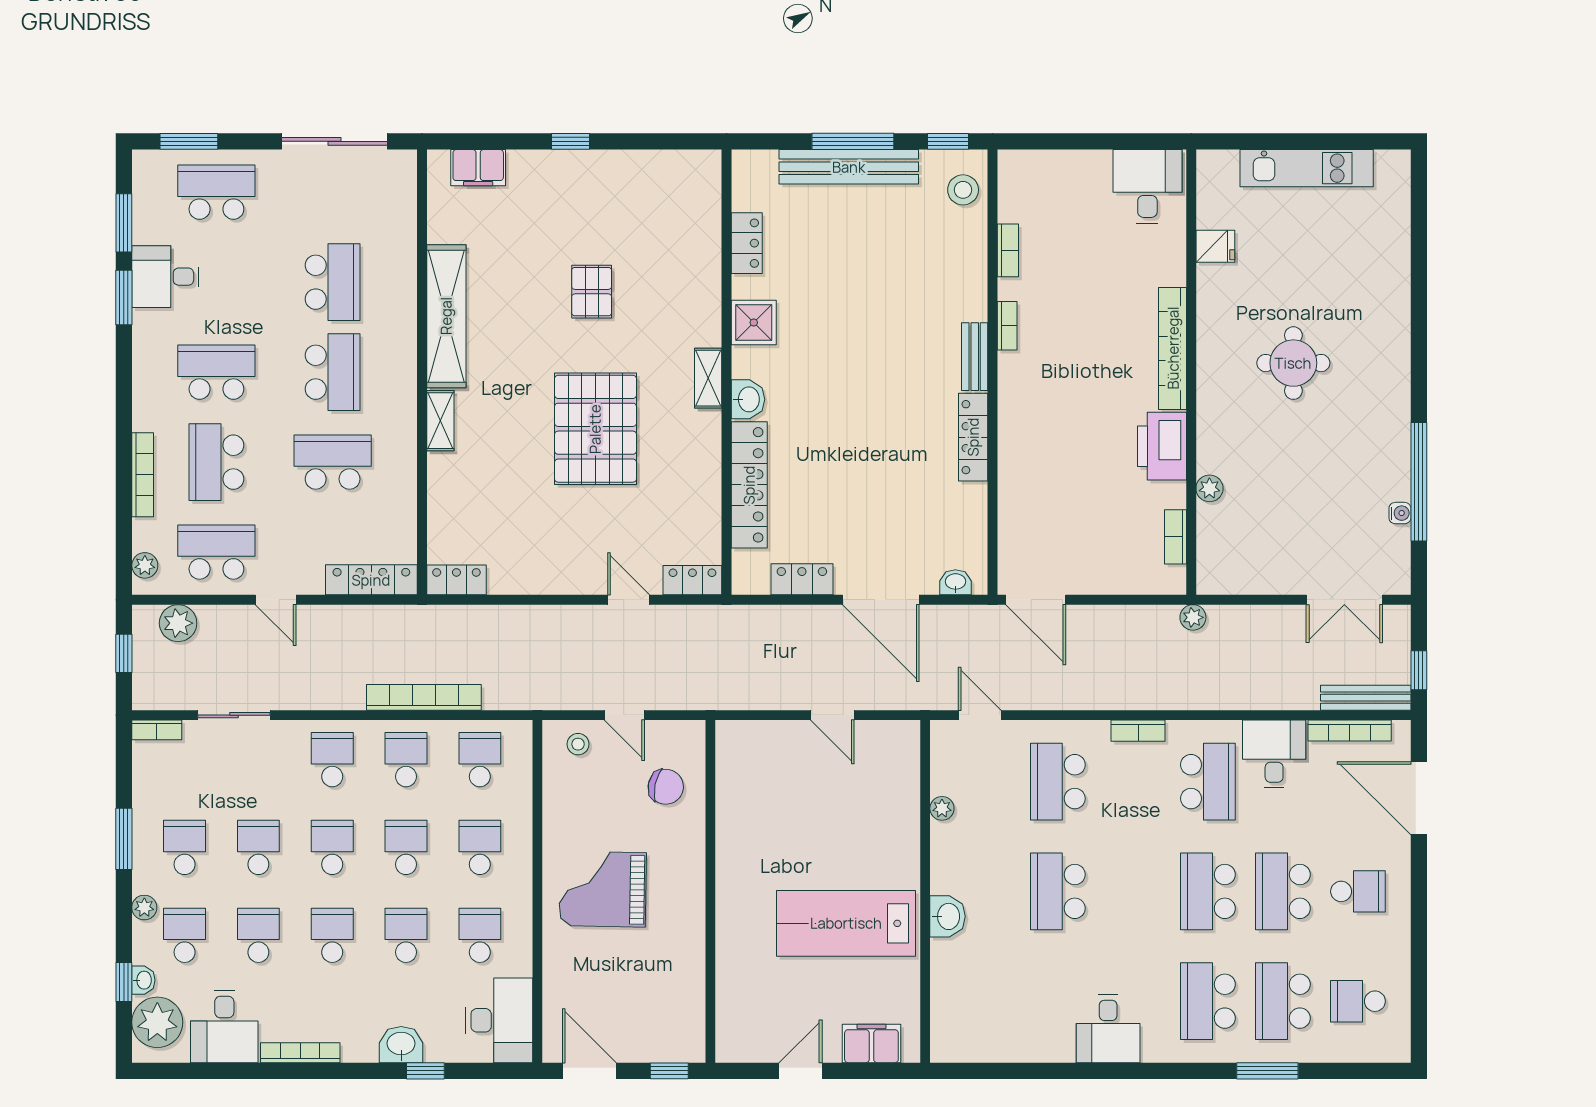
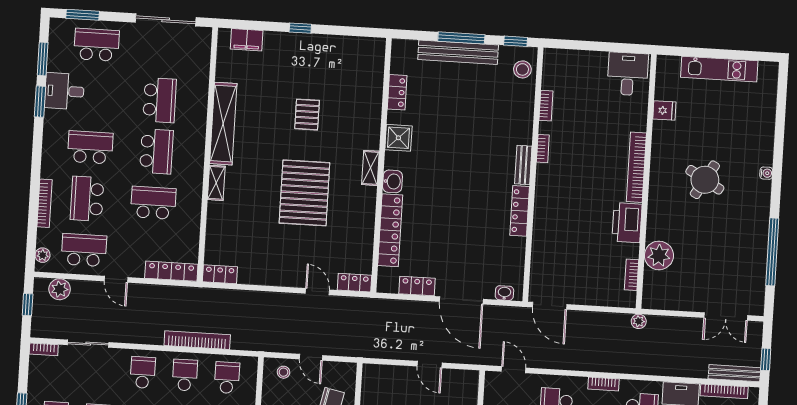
round table: (1293, 363) -> (705, 180), turned 30
plant: (1209, 488) -> (659, 255), width x1.87, depth x1.87
water cooler: (1400, 513) -> (766, 173), moved

